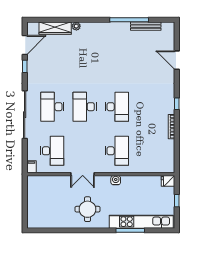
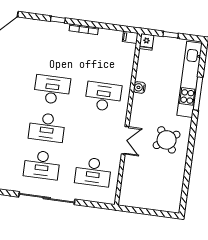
desk: (52, 151) -> (93, 172), turned 180
filing cabinet: (31, 167) -> (130, 37), moved
water cooler: (116, 180) -> (139, 87), moved
round table: (88, 209) -> (167, 140), turned -36

